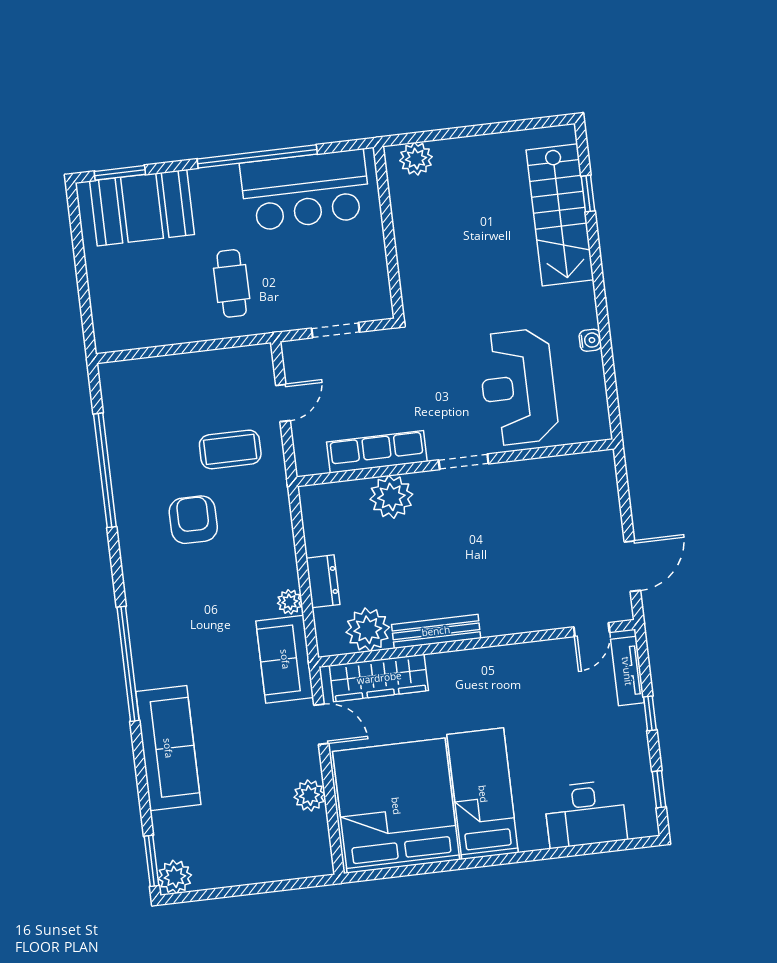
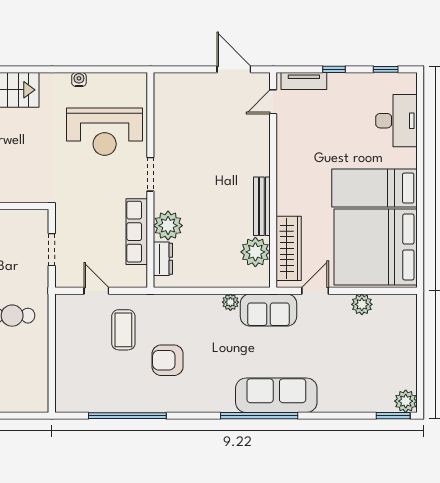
dresser: (323, 581) -> (163, 259), moved, turned 90
door: (592, 630) -> (273, 102), swing flipped
sofa: (168, 748) -> (276, 395), moved

